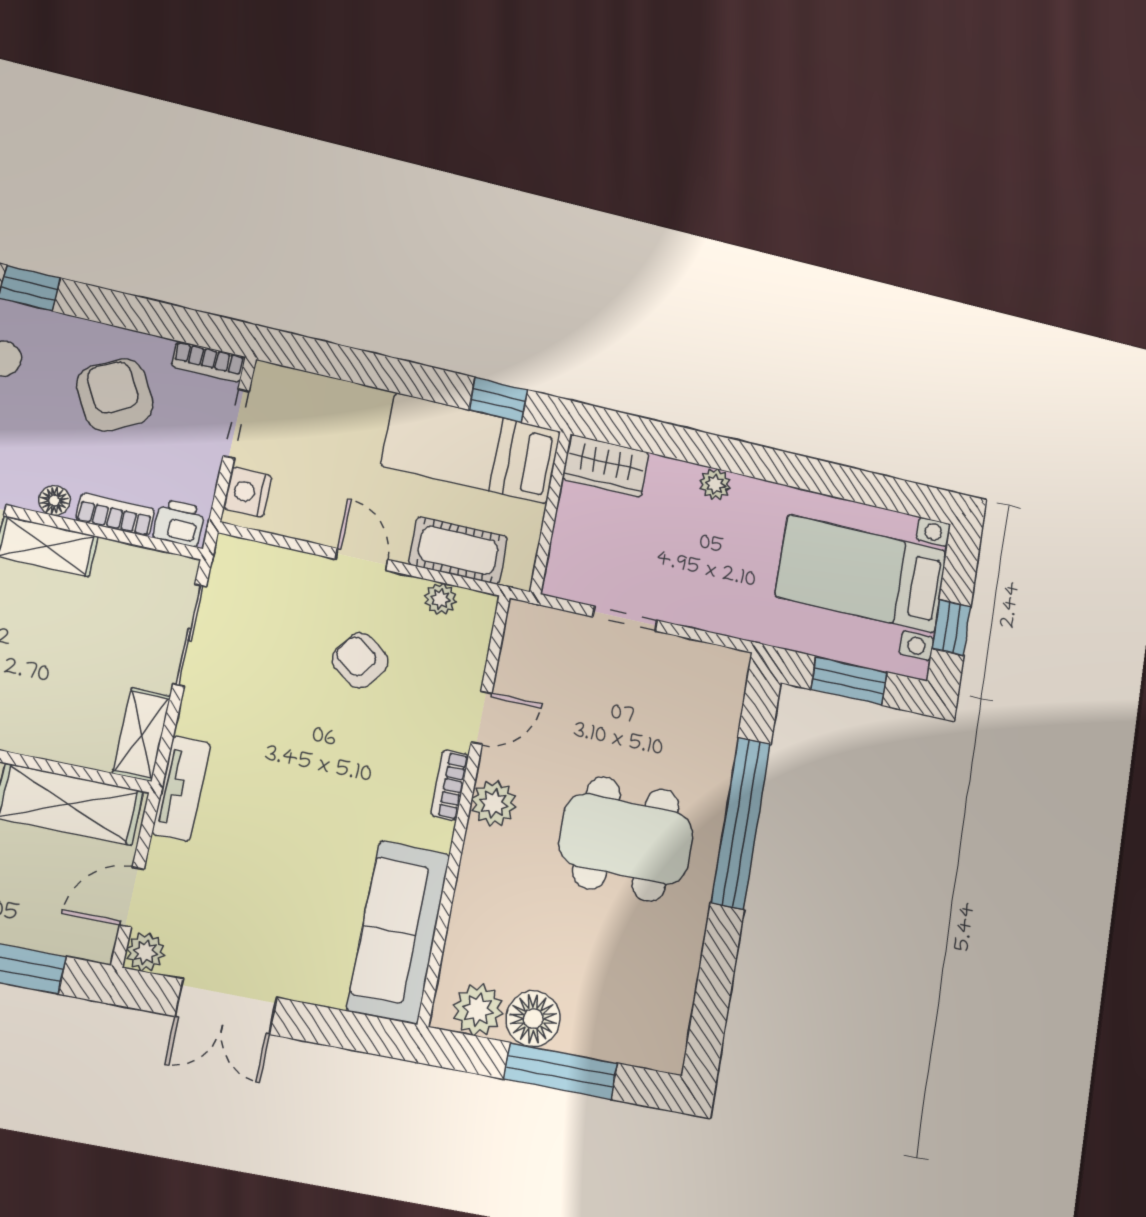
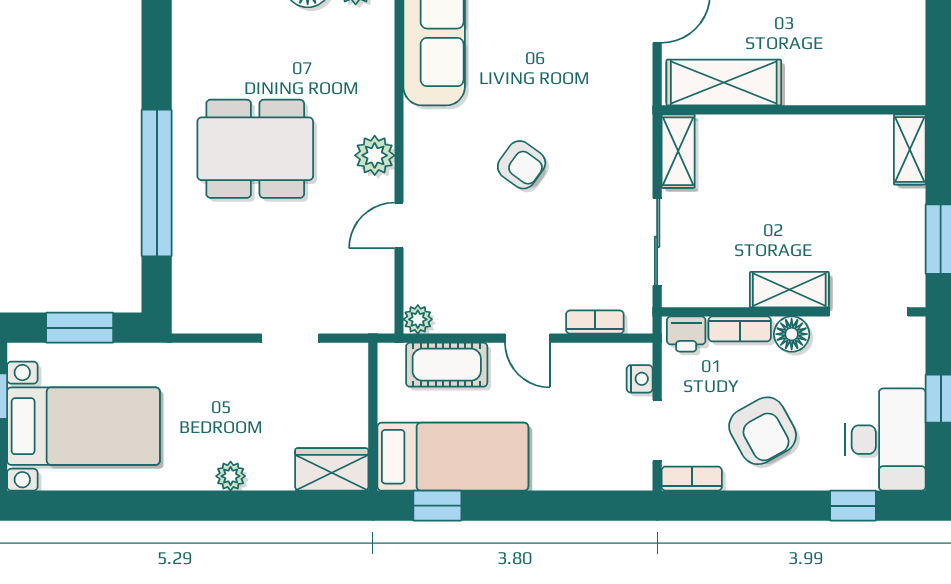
nightstand: (248, 492) -> (640, 379), width x0.72, depth x0.74
floor lamp: (54, 501) -> (792, 334), width x1.37, depth x1.37
plant: (441, 599) -> (418, 319), moved
armchair: (360, 660) -> (522, 165), moved
bookcase: (450, 785) -> (595, 322), moved, turned -90
tv unit: (181, 788) -> (637, 114), removed

